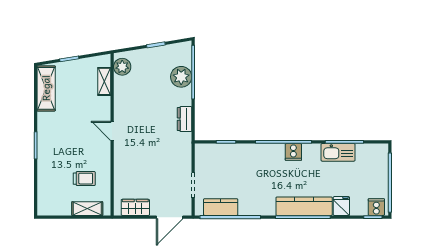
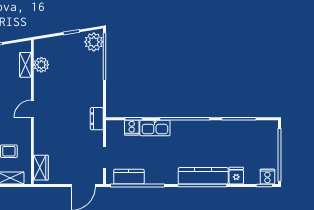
plant: (122, 67) -> (41, 65), moved
plant: (181, 77) -> (94, 42), moved
dresser: (185, 119) -> (97, 119), moved
door: (112, 131) -> (32, 109), hinge flipped
cooker: (293, 152) -> (132, 128), moved
kitchen sink: (338, 152) -> (155, 128), moved
wardrobe: (135, 207) -> (41, 168), moved, turned 90

